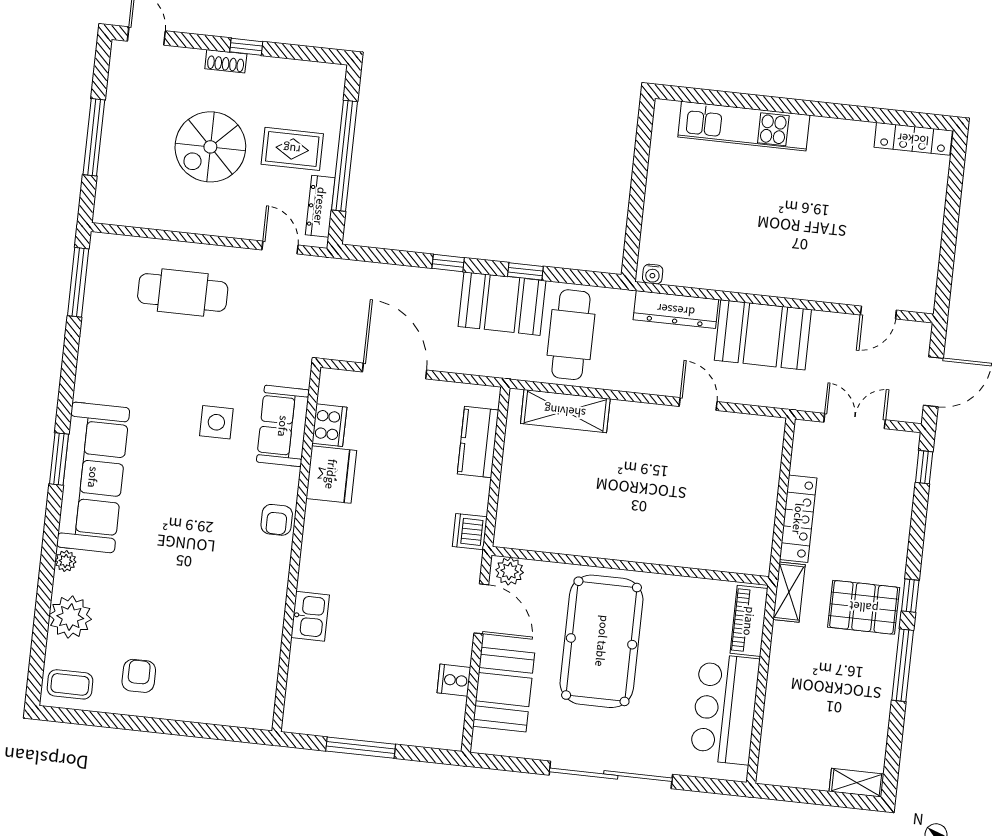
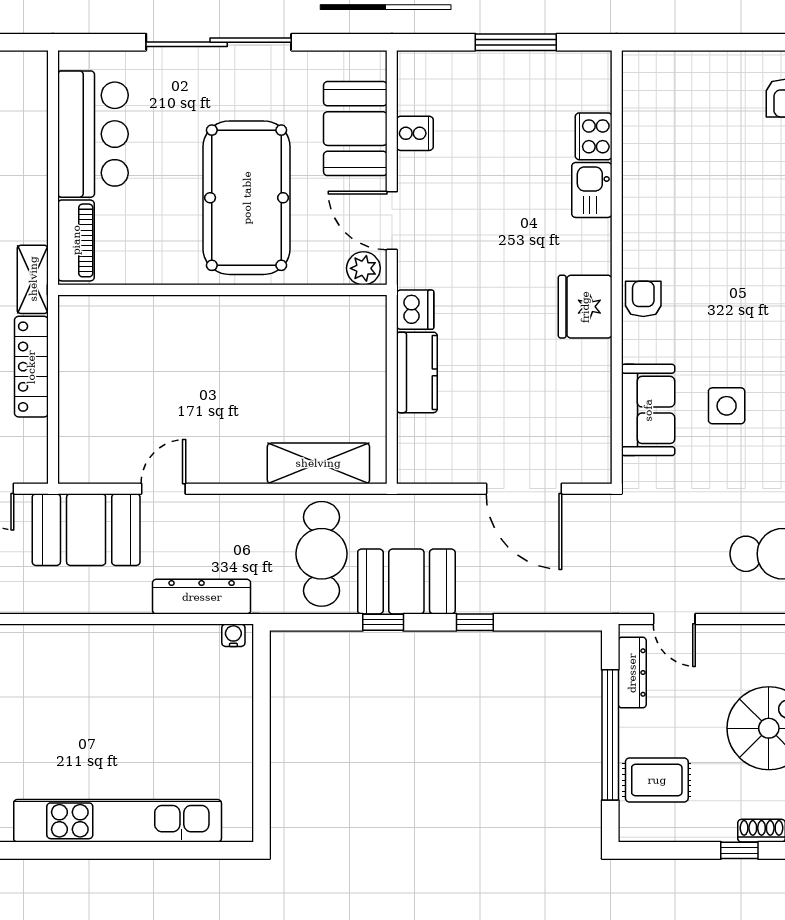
kitchen unit: (744, 126) -> (118, 821), width x1.36
rug: (292, 149) -> (657, 780), moved
booth: (763, 335) -> (86, 530), moved
door: (698, 404) -> (163, 489), swing flipped
cooker: (329, 425) -> (594, 136), moved
kitchen counter: (478, 442) -> (417, 372), moved
fridge: (331, 474) -> (585, 307), moved

